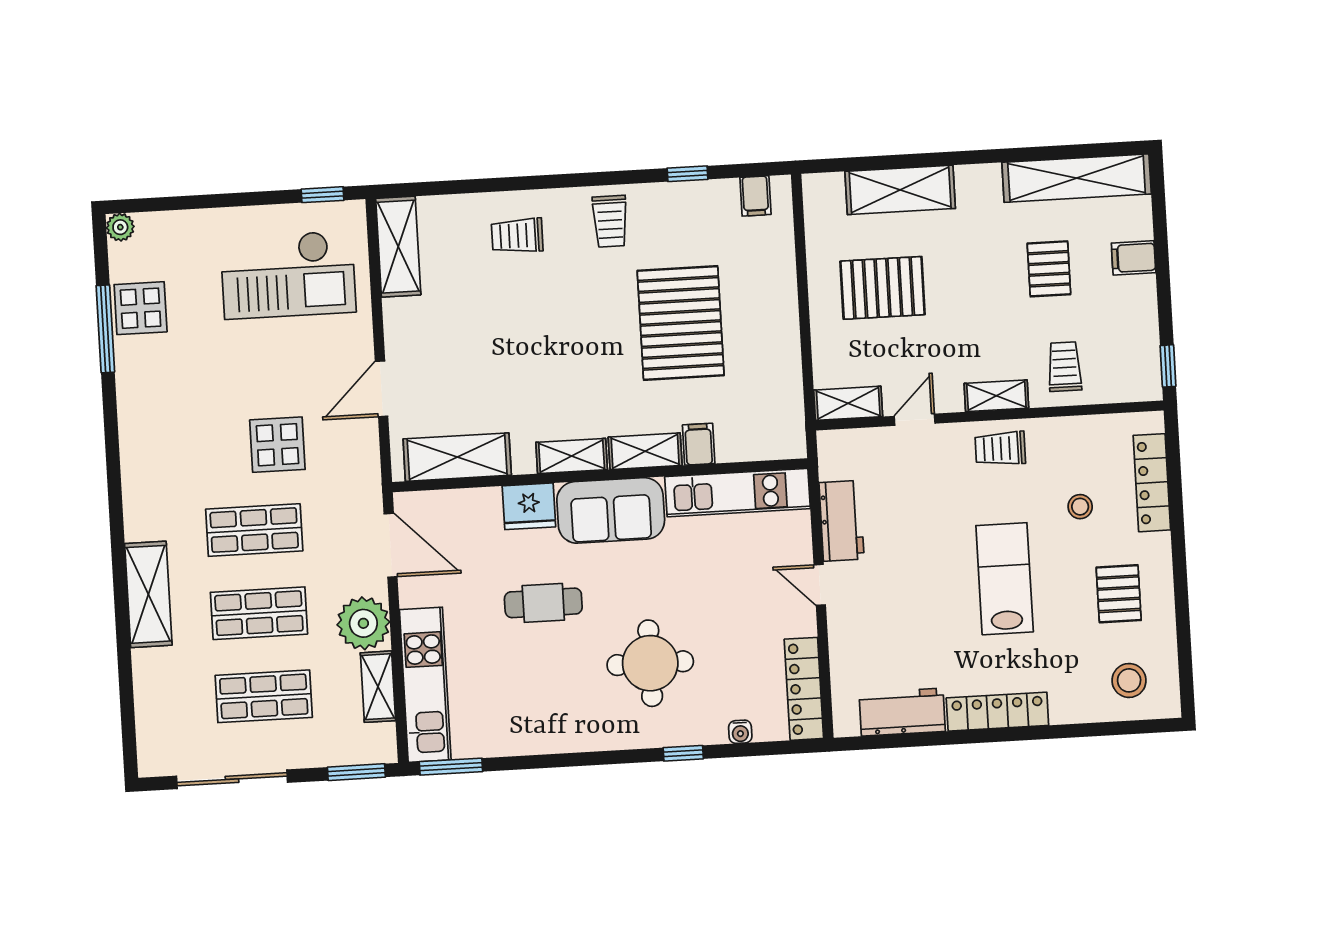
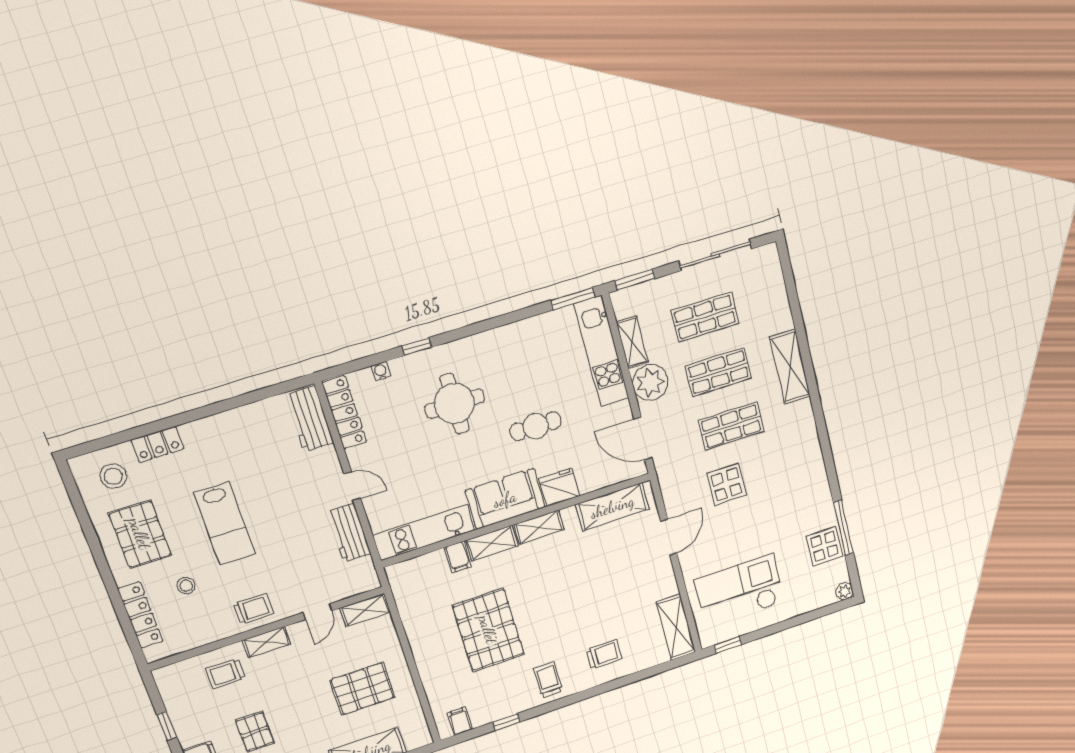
window: (1168, 366) -> (167, 726), moved
trolley: (1065, 367) -> (225, 673), turned 90
pallet: (1119, 594) -> (140, 534), width x1.50, depth x1.42
workbench: (902, 712) -> (309, 419), moved, turned 90
locker: (997, 712) -> (157, 444), moved, width x0.66

